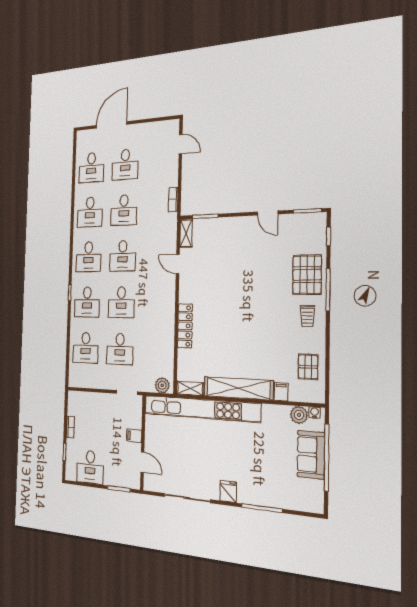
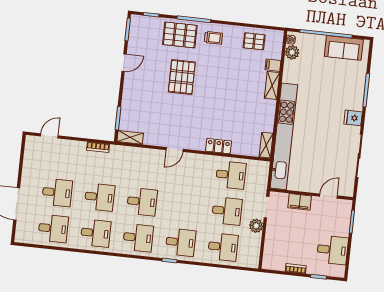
door: (178, 264) -> (175, 149), moved
pallet: (257, 283) -> (182, 77), added
desk: (121, 302) -> (231, 175), moved
locker: (185, 326) -> (219, 146), width x0.66
plant: (162, 385) -> (256, 226), moved
shelving: (238, 388) -> (272, 85), width x0.45, depth x0.75
filing cabinet: (134, 436) -> (300, 202), width x2.00
sofa: (311, 455) -> (344, 48), moved

